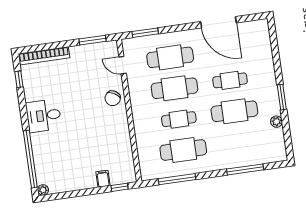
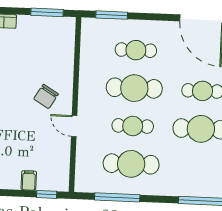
cafe table: (170, 57) -> (136, 50), width x0.73, depth x0.74
door: (123, 65) -> (74, 126), moved
chair: (113, 98) -> (46, 96), moved

